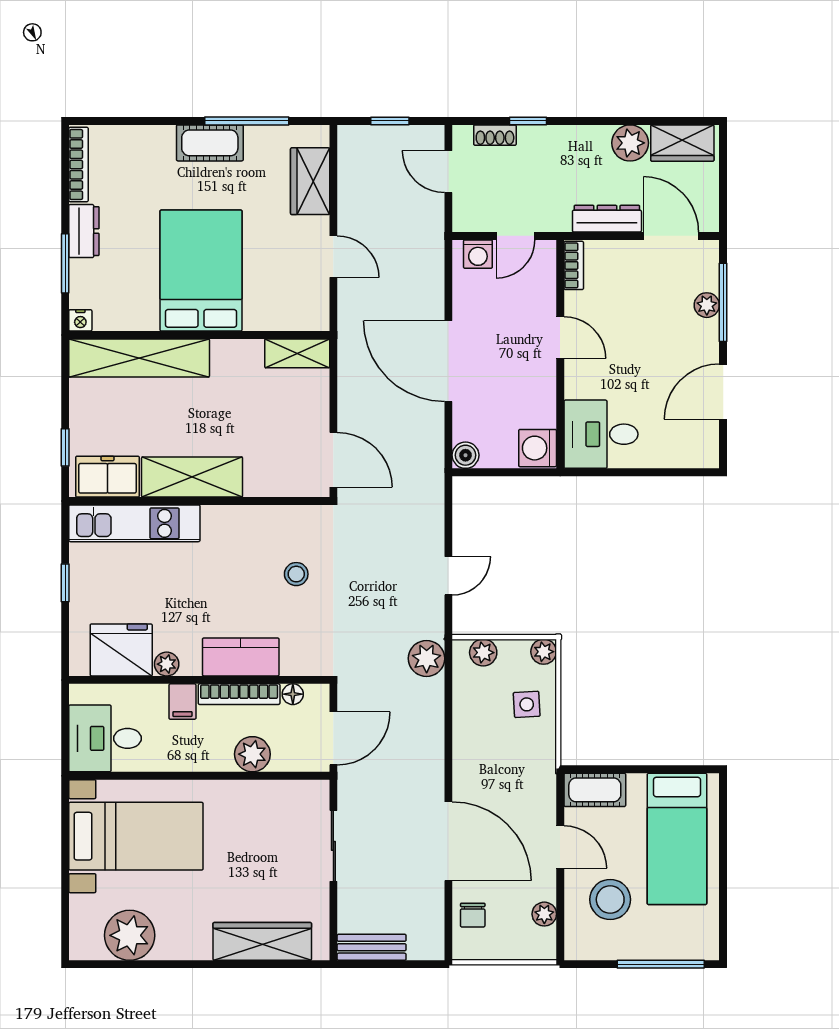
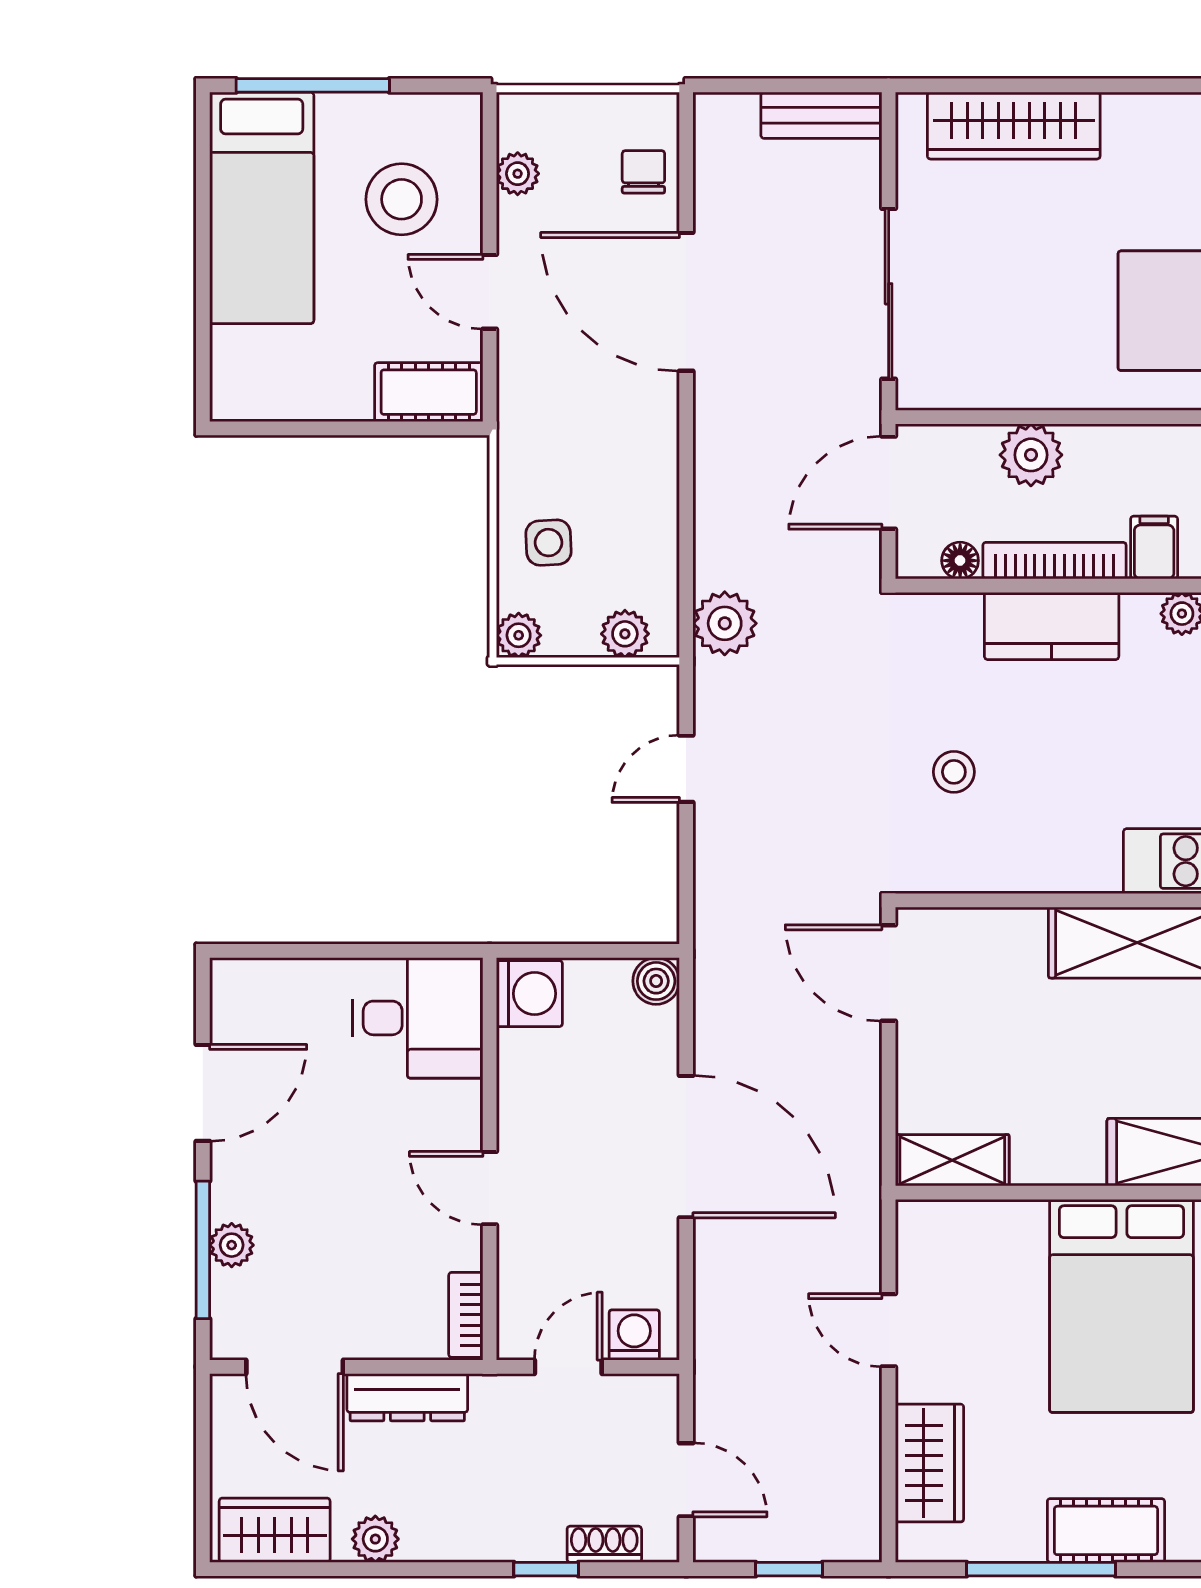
plant: (630, 143) -> (375, 1539), width x0.73, depth x0.73
bed: (677, 839) -> (262, 208), moved, turned 180
sliding door: (333, 846) -> (889, 294), width x1.37

